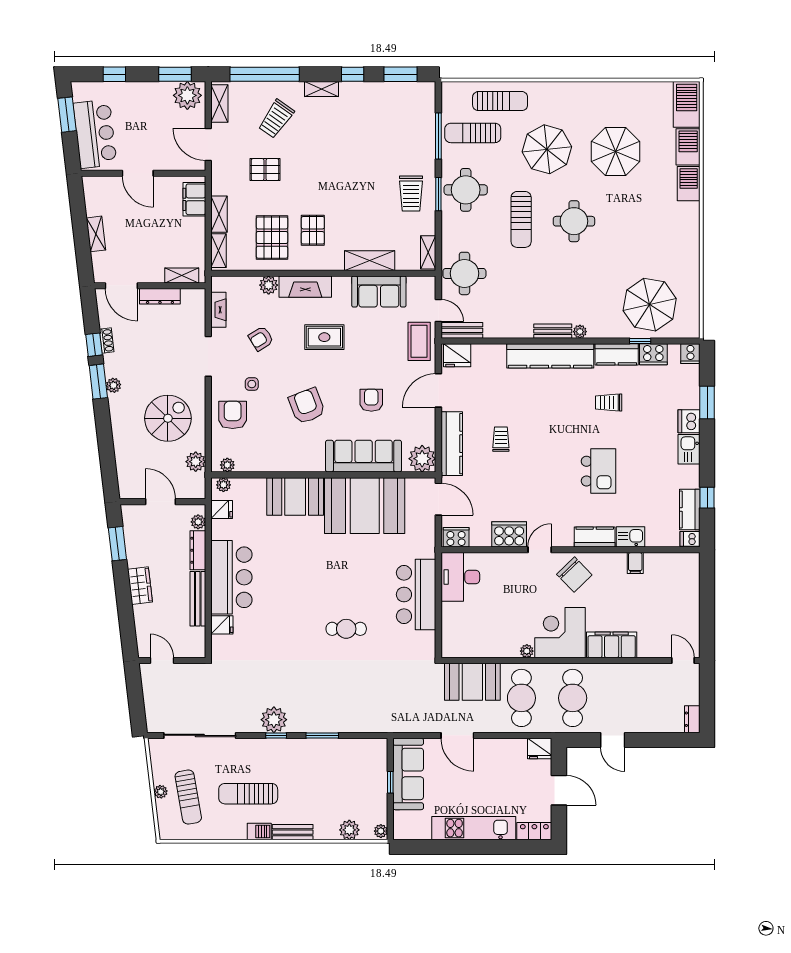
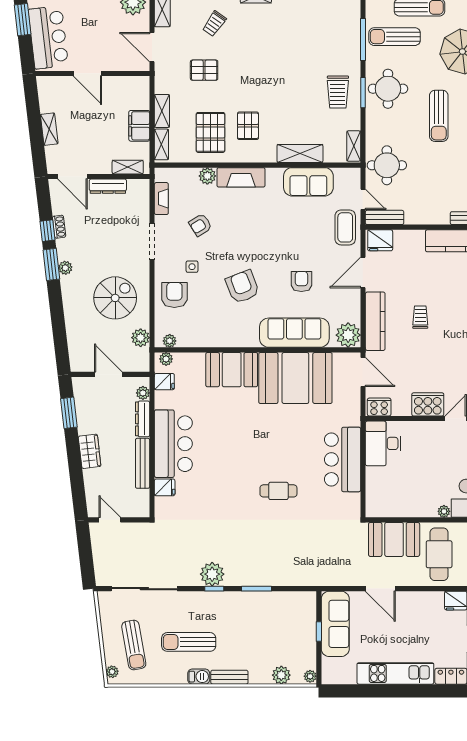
trolley: (276, 119) -> (214, 24), width x0.73, depth x0.72
filing cabinet: (194, 199) -> (139, 126), moved
rug: (324, 337) -> (258, 224), removed
plant: (161, 792) -> (112, 672), moved

